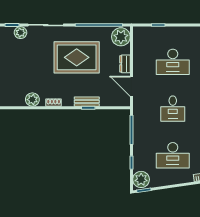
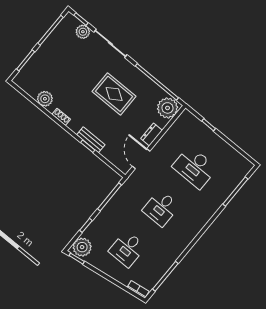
rug: (77, 57) -> (114, 94), width x0.73, depth x0.69
desk: (173, 155) -> (127, 249), width x0.73

